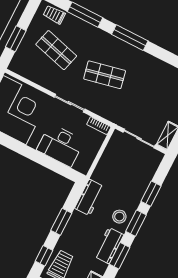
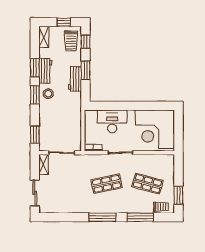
window: (16, 39) -> (178, 195), moved
window: (151, 194) -> (35, 135), moved
workbench: (89, 197) -> (75, 79), moved

